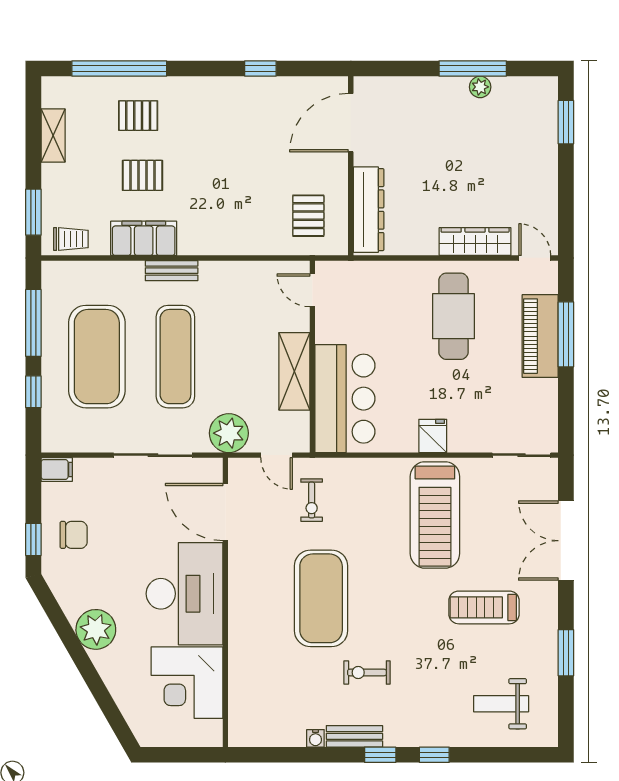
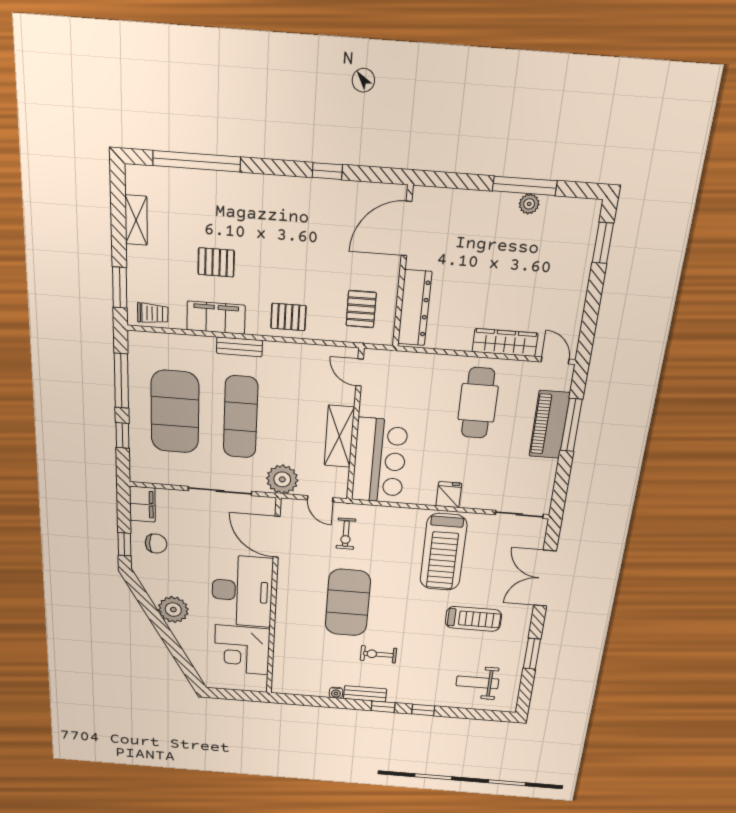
pallet: (138, 116) -> (288, 317), moved
filing cabinet: (57, 470) -> (142, 504), width x2.00
treadmill: (484, 607) -> (473, 619), turned 180

